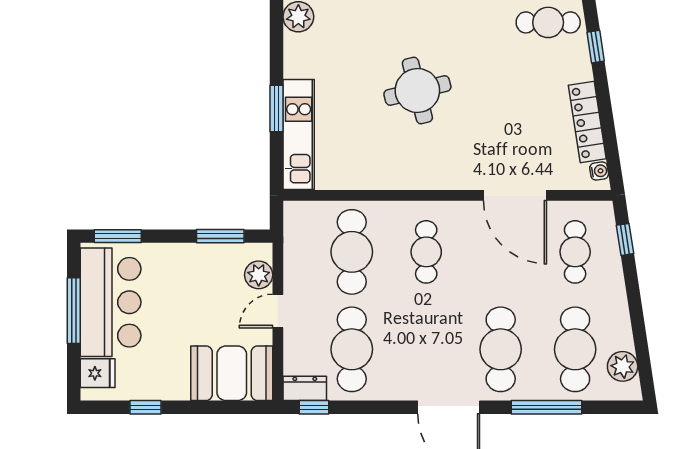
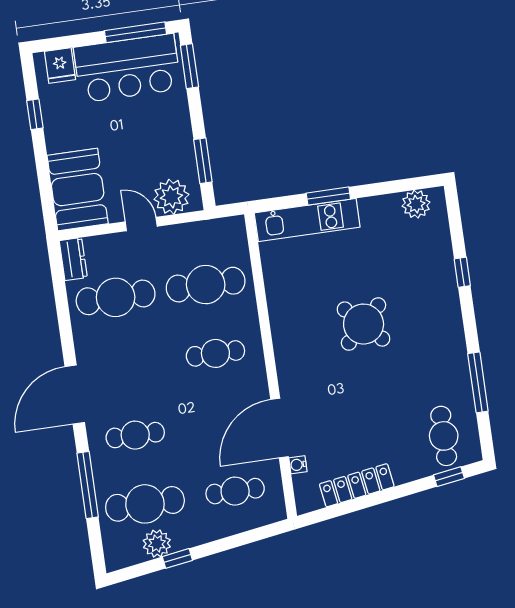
window: (596, 47) -> (449, 477), moved
round table: (417, 91) -> (364, 324), turned -30
water cooler: (599, 171) -> (298, 465), moved, turned 99
window: (625, 239) -> (177, 558), moved
plant: (259, 275) -> (171, 197), width x1.36, depth x1.36
window: (74, 311) -> (136, 32), moved
cafe table: (501, 349) -> (135, 435), width x0.73, depth x0.74
plant: (623, 366) -> (157, 544), moved
window: (314, 407) -> (57, 270), removed

